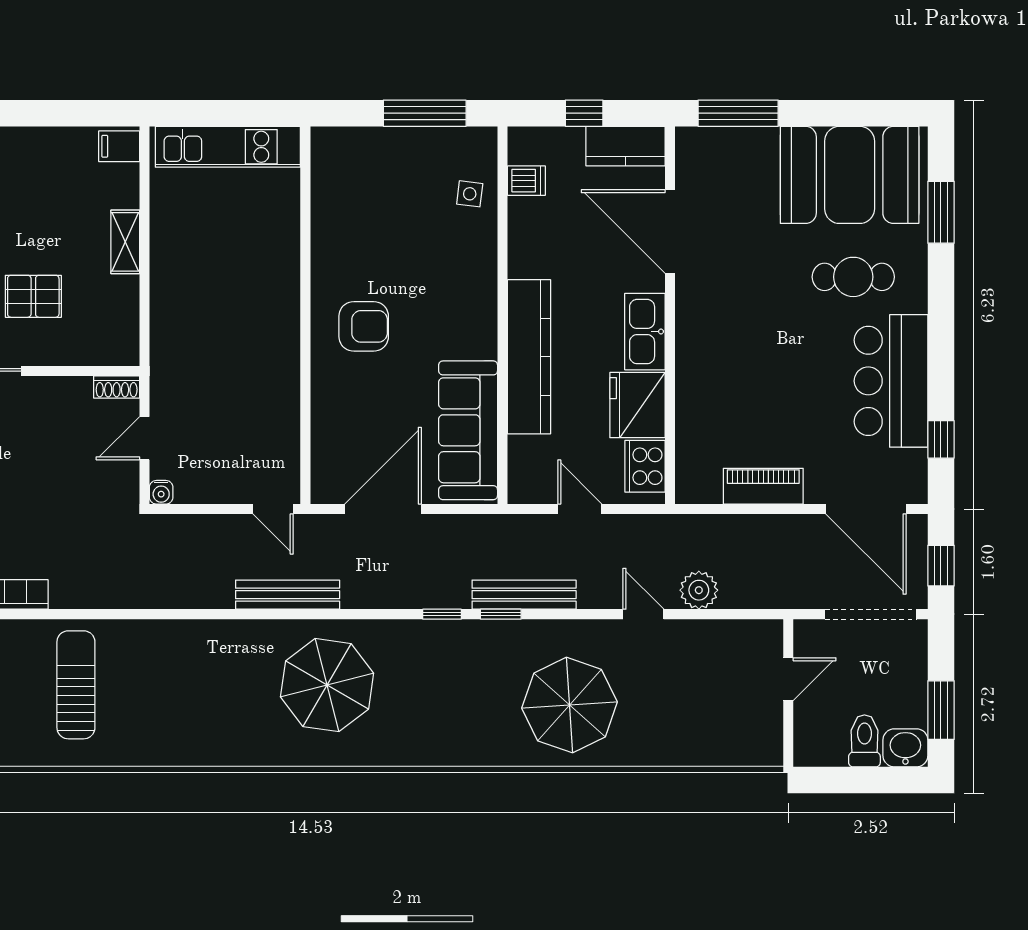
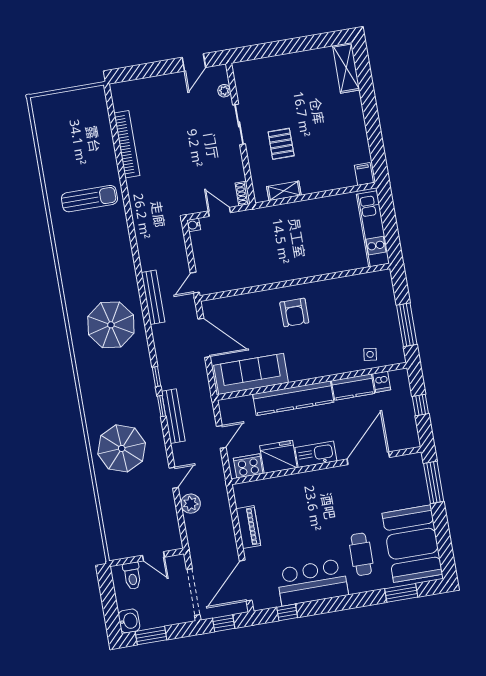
kitchen counter: (625, 146) -> (353, 387), moved, turned -90
shelving: (125, 242) -> (284, 191), moved
toilet: (864, 741) -> (132, 576), moved, turned 90

